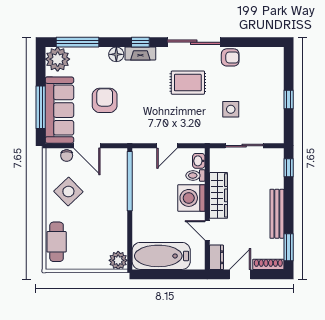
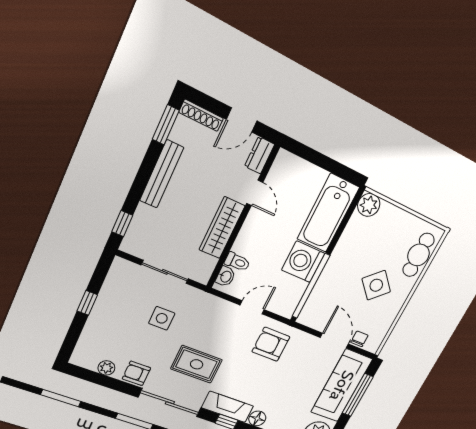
fireplace: (140, 53) -> (228, 407), width x1.37, depth x1.32
plant: (254, 53) -> (106, 368), added
armchair: (105, 100) -> (271, 344), moved, turned 90
side table: (68, 191) -> (376, 285), moved
washing machine: (191, 198) -> (303, 262), moved, turned 180
bathtub: (161, 256) -> (328, 213), moved, turned 90

